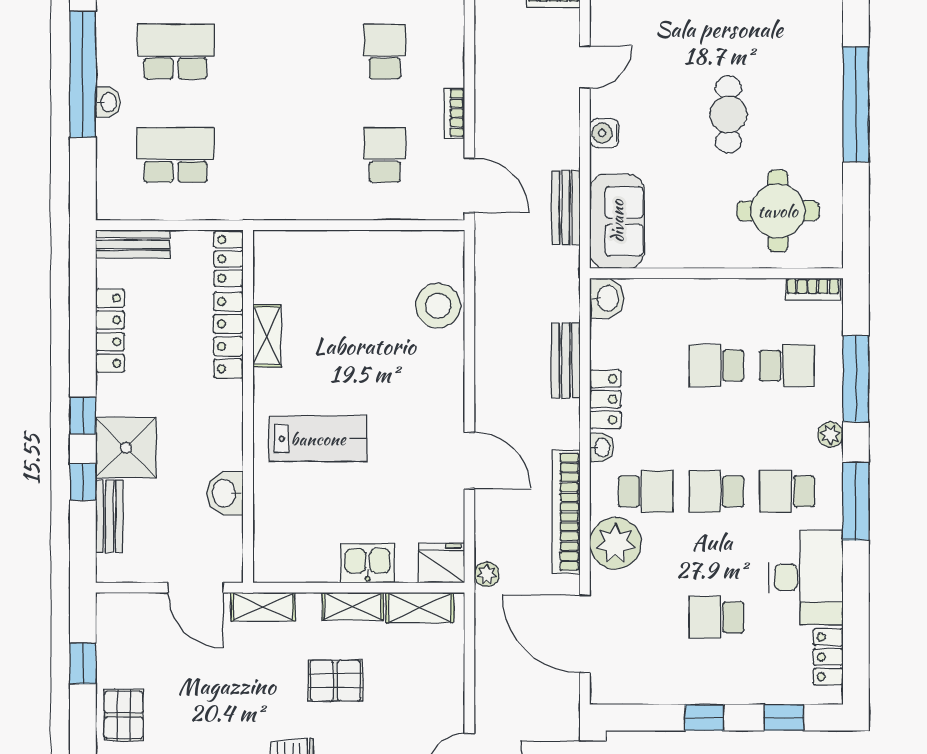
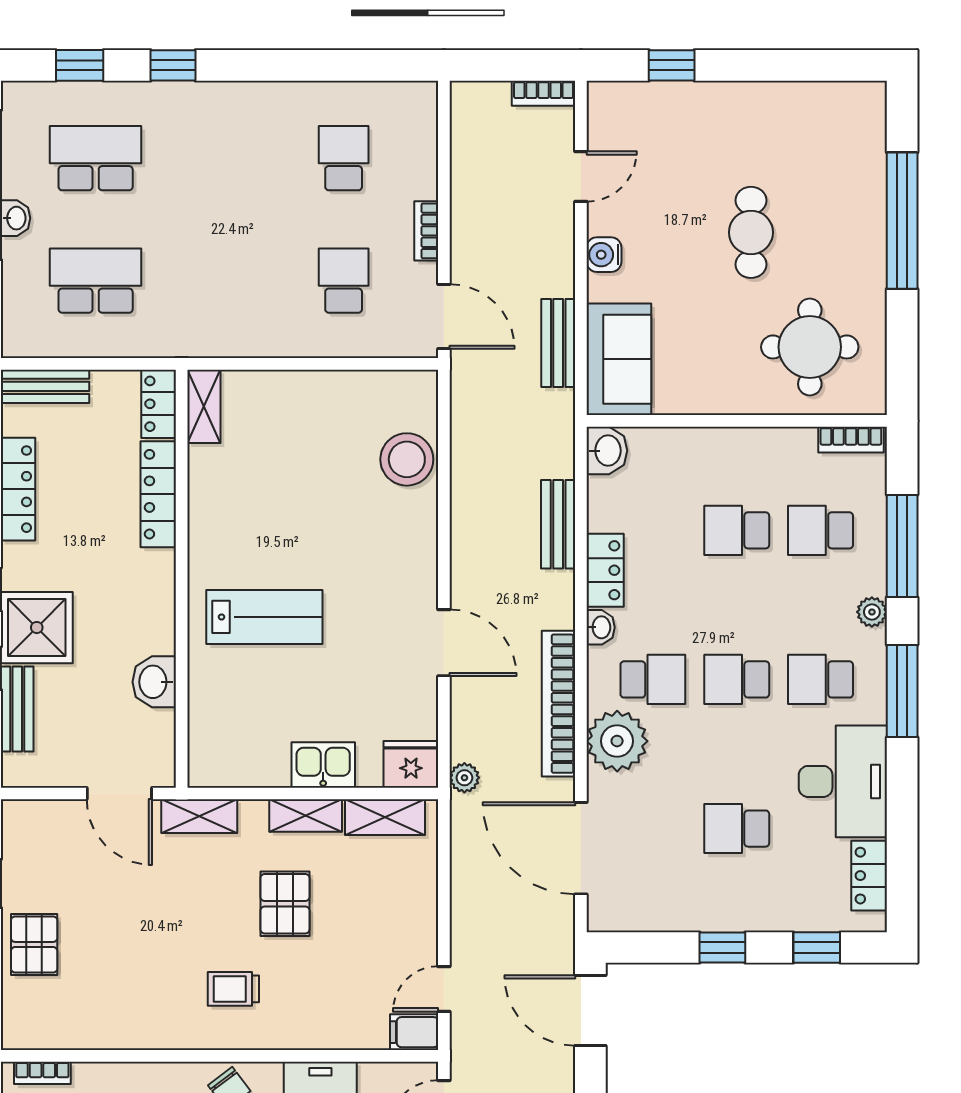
shelving: (267, 336) -> (204, 406), moved
school desk: (787, 366) -> (821, 530), turned 180
pallet: (335, 681) -> (285, 904), turned 90

